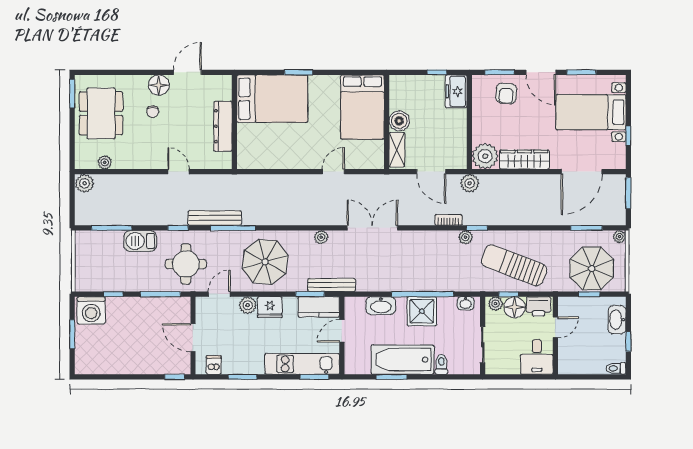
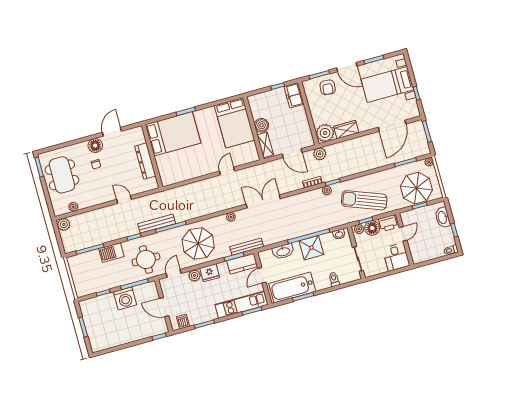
wardrobe: (524, 160) -> (346, 130), width x0.67
washing machine: (91, 310) -> (125, 298), moved
bathtub: (403, 360) -> (292, 288), moved

